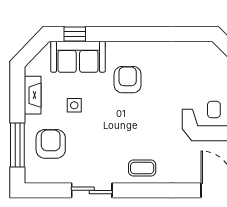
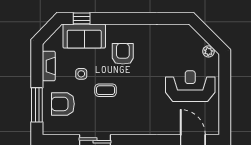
armchair: (51, 144) -> (63, 104), turned -90
coffee table: (142, 168) -> (106, 90), moved

